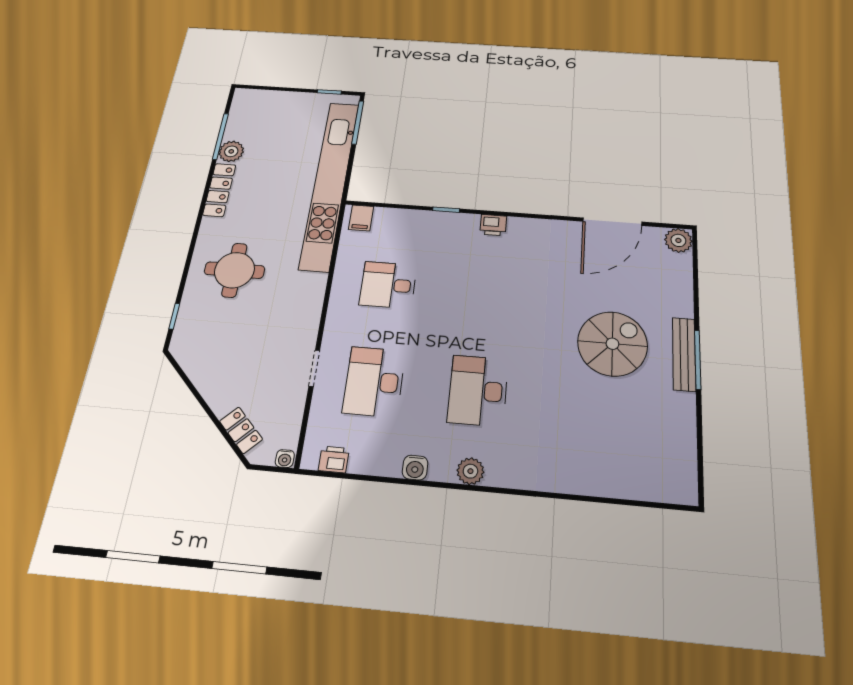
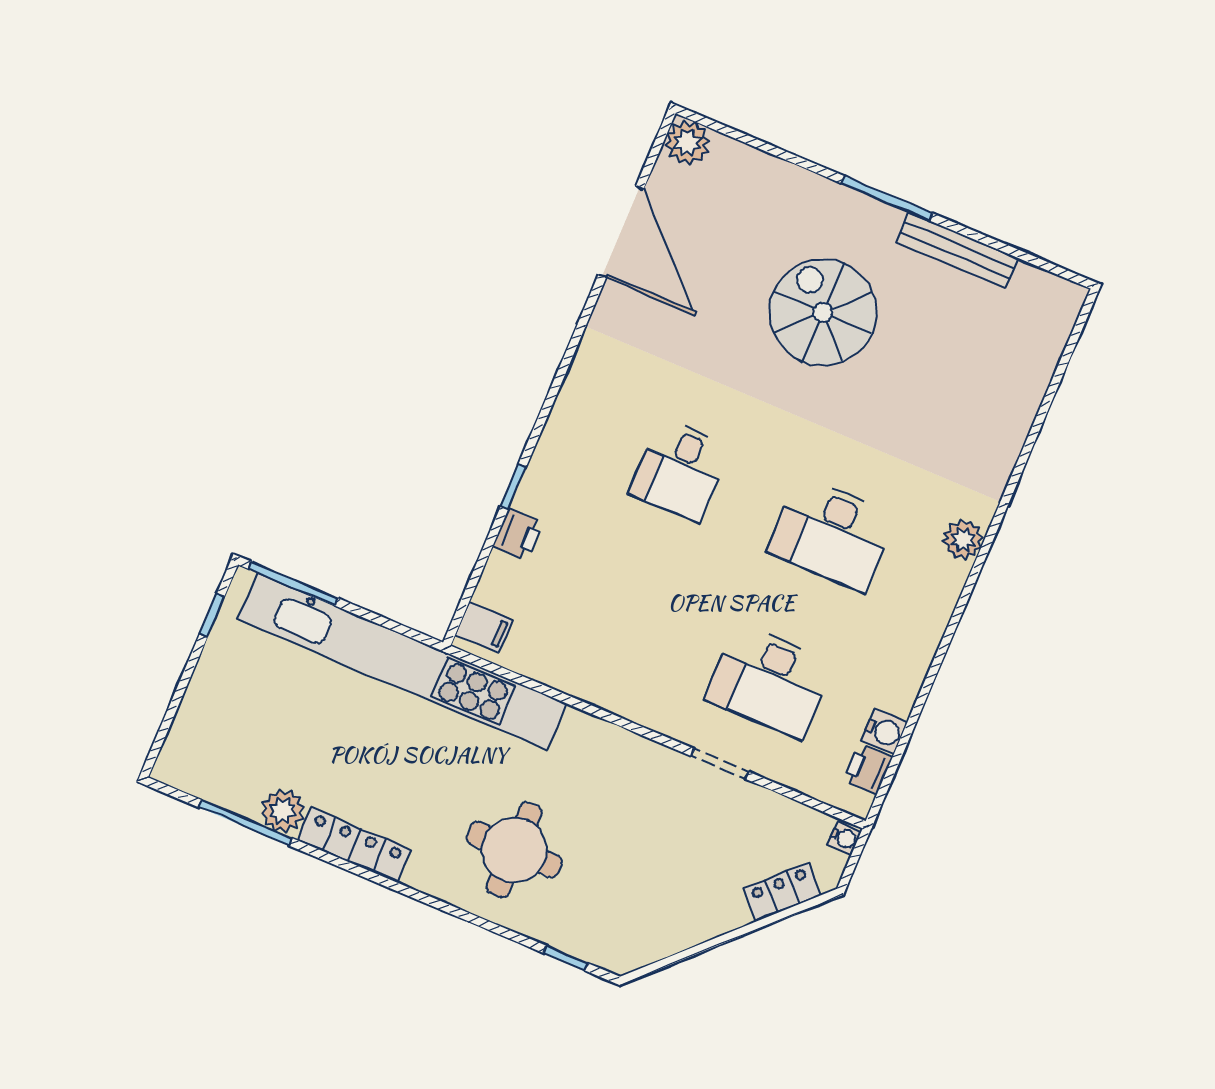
printer: (493, 225) -> (518, 535), moved
desk: (388, 285) -> (680, 470), moved
bench: (684, 354) -> (957, 250), moved
water cooler: (415, 468) -> (884, 732), moved
plant: (470, 471) -> (963, 540), moved

